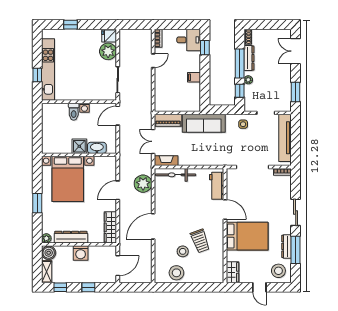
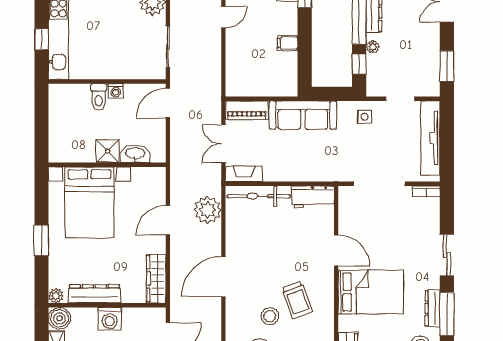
workbench: (217, 186) -> (313, 197), moved, turned -90

